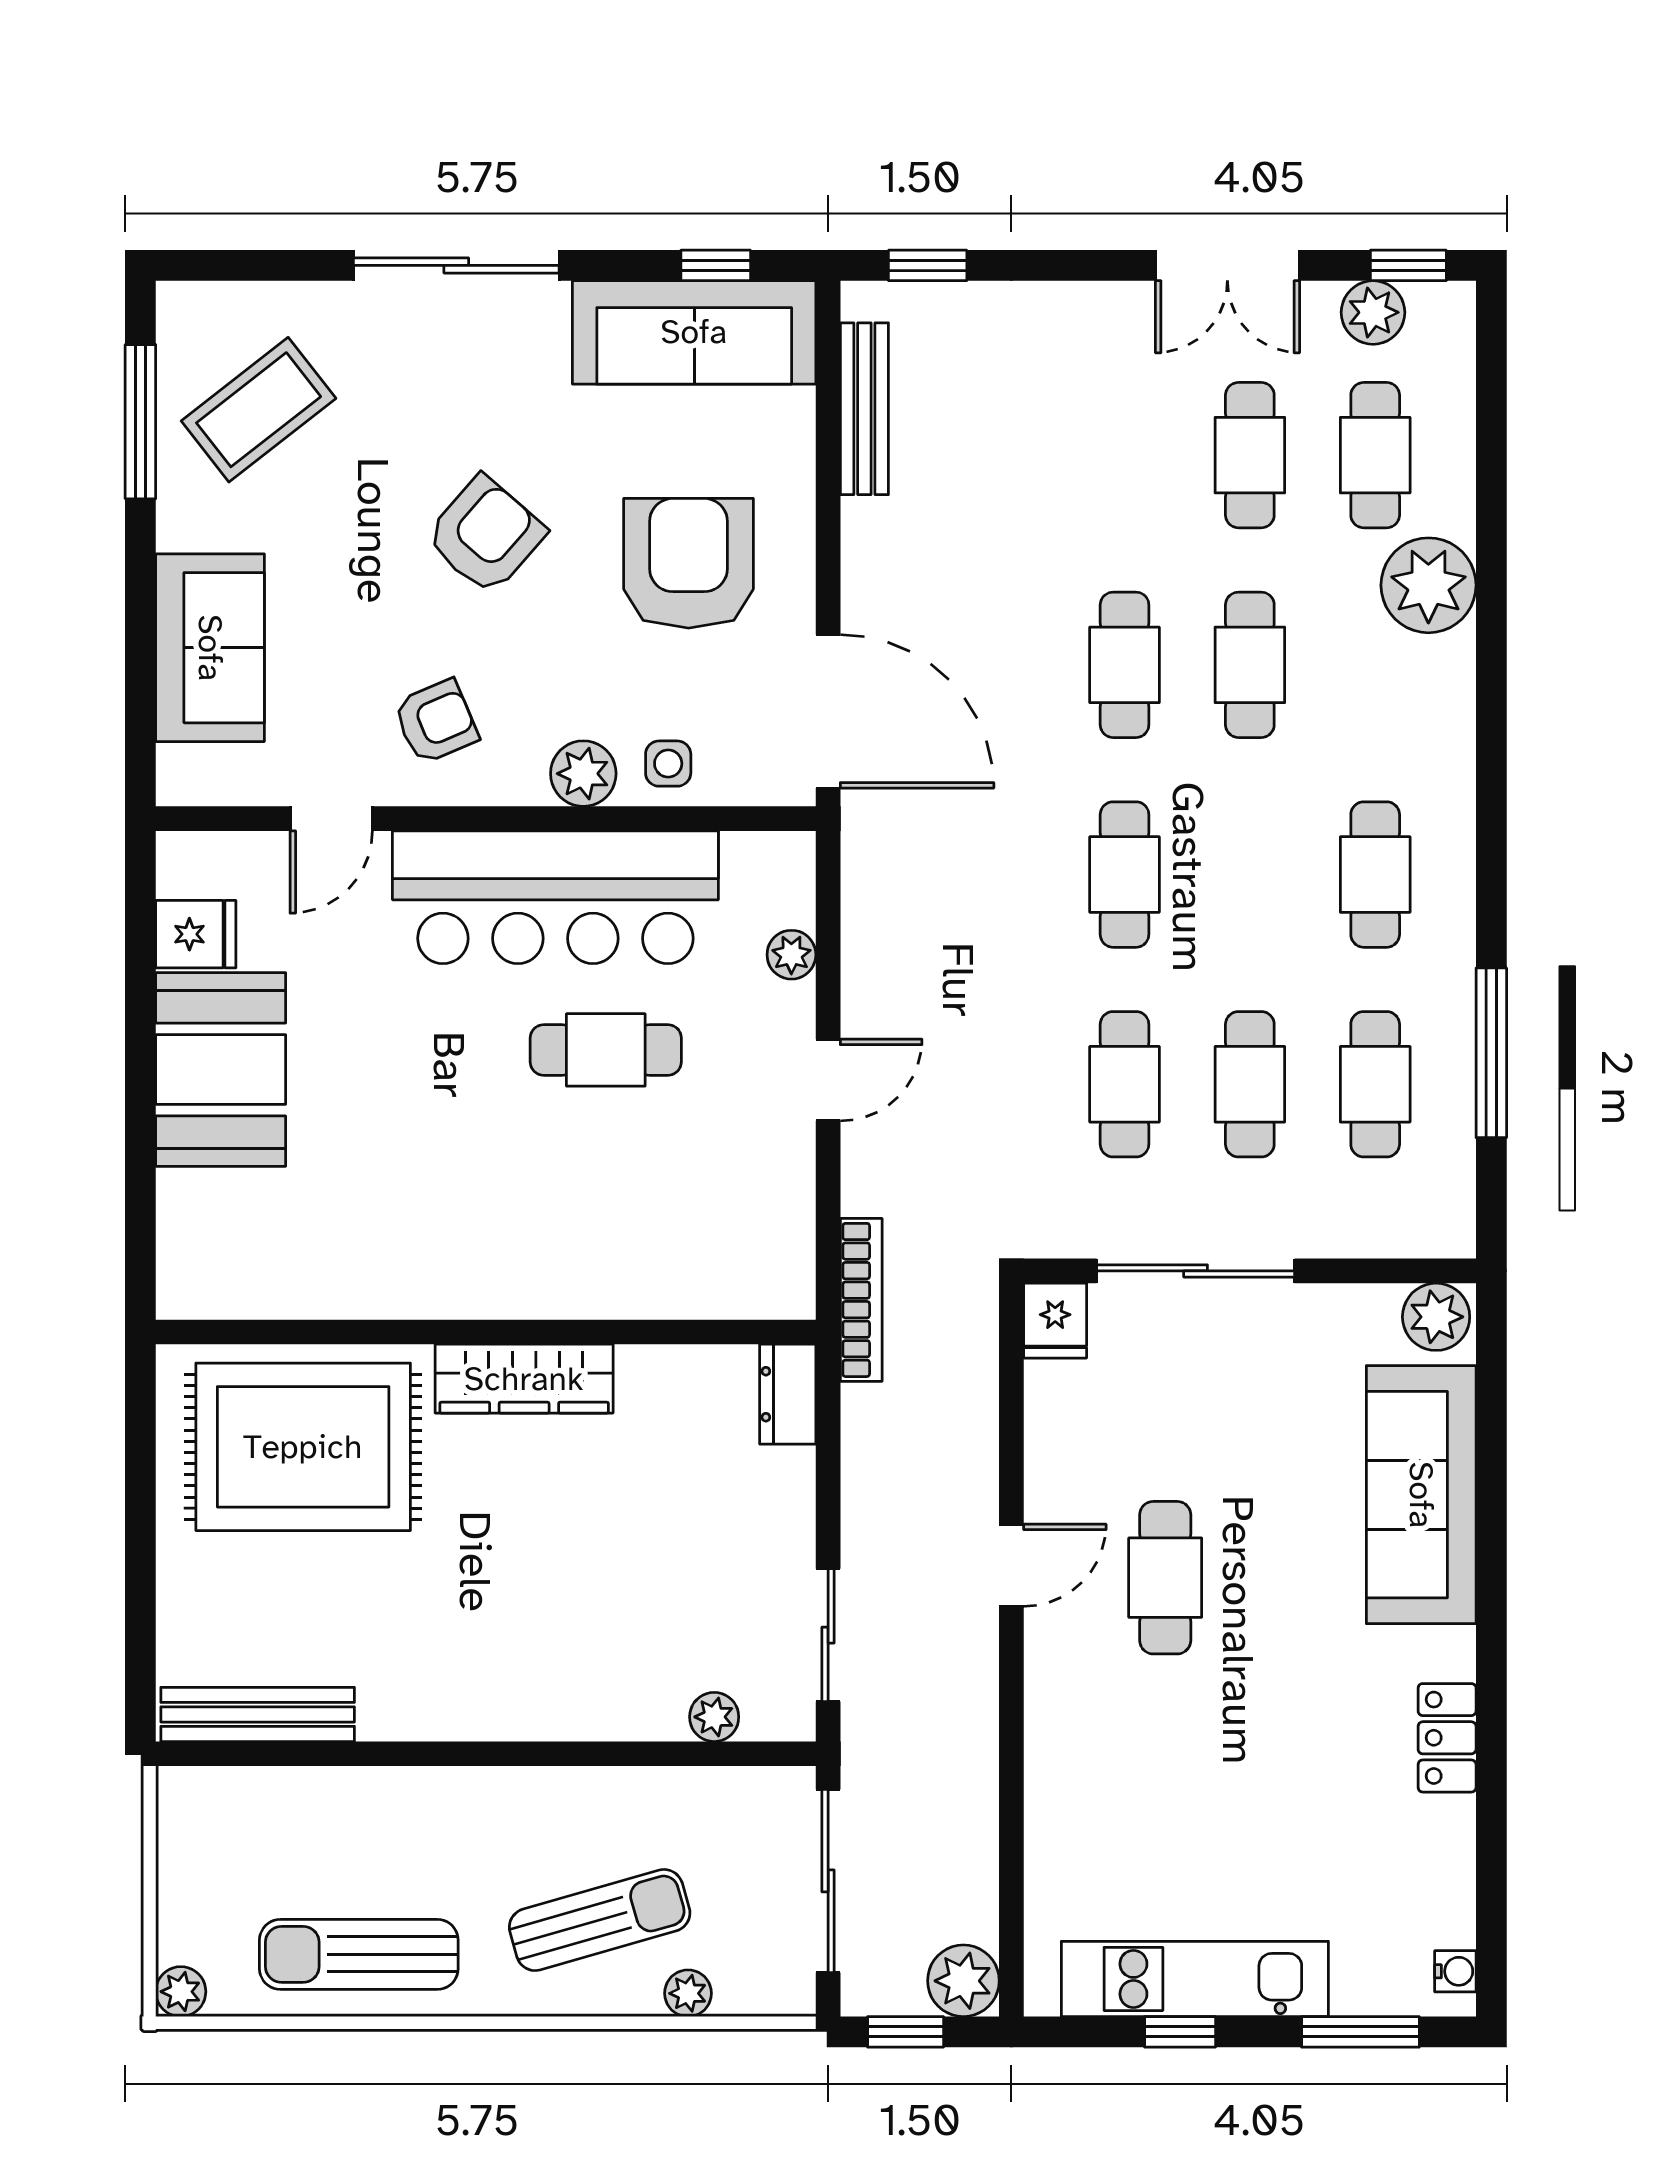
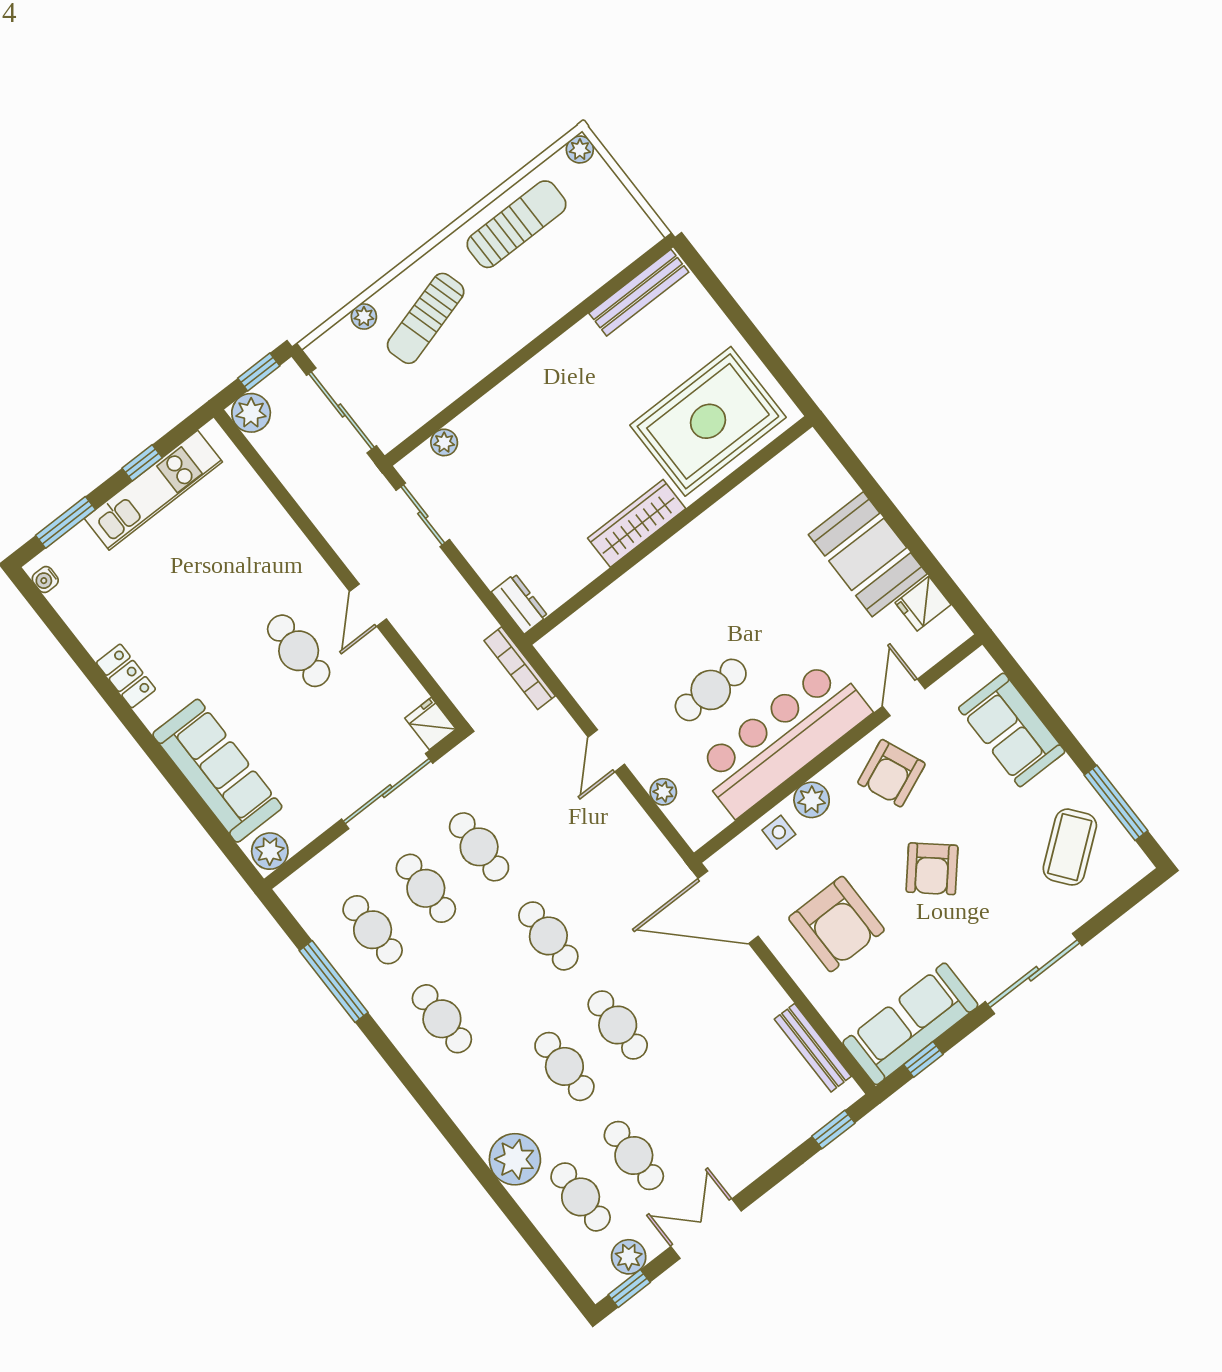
armchair: (436, 722) -> (891, 773), width x1.38, depth x1.38

